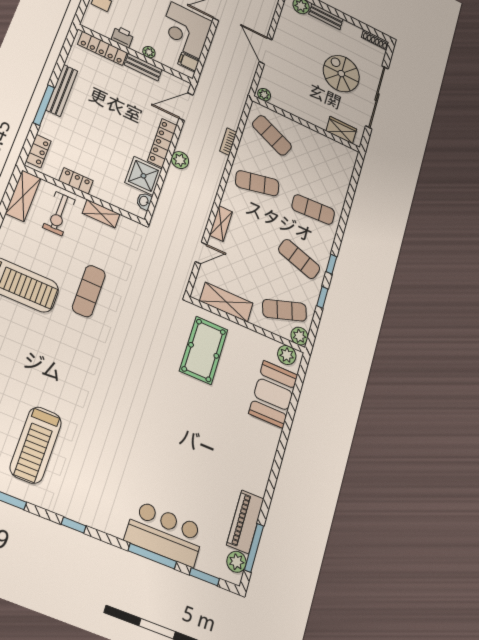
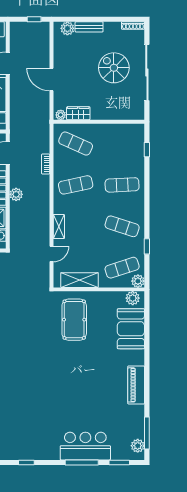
wardrobe: (341, 130) -> (78, 113), moved
window: (331, 264) -> (147, 150), moved
piano: (245, 522) -> (136, 385), moved

